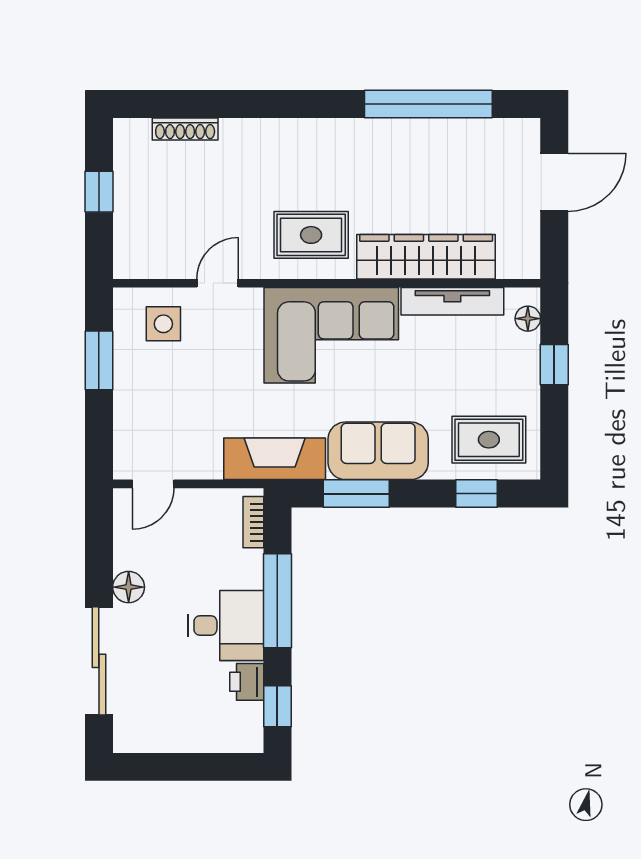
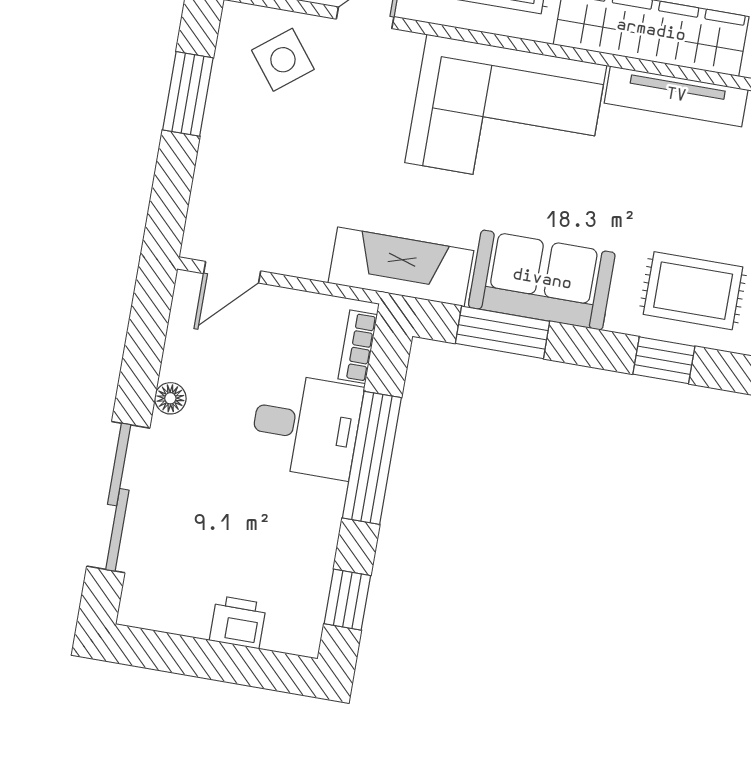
side table: (163, 324) -> (283, 60), turned -38
floor lamp: (129, 587) -> (170, 398), width x0.73, depth x0.73
desk: (226, 626) -> (306, 426), moved
printer: (247, 682) -> (238, 622), moved, turned 90

